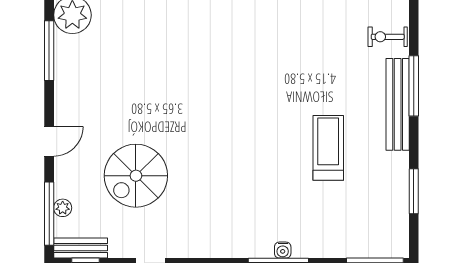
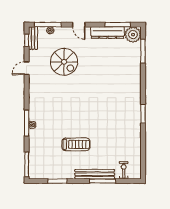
dresser: (68, 74) -> (108, 33), added
spiral stairs: (136, 176) -> (64, 62), turned 180

